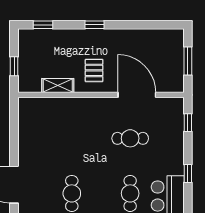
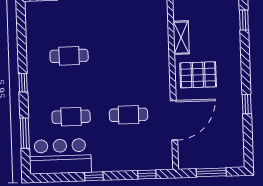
window: (95, 25) -> (247, 104), moved
pallet: (94, 70) -> (198, 75), width x1.50, depth x1.42
cafe table: (130, 138) -> (129, 115), turned 90

